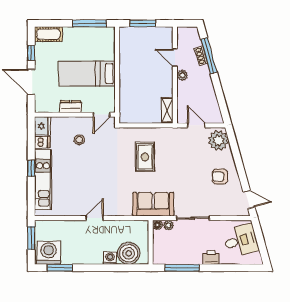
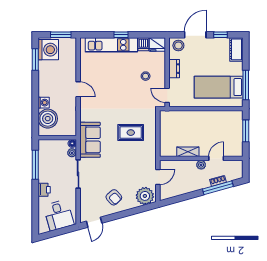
bed: (87, 74) -> (219, 87), moved, turned -90
stool: (44, 102) -> (178, 46), added
shelving: (167, 110) -> (188, 152), moved
armchair: (220, 177) -> (114, 197), turned 138

